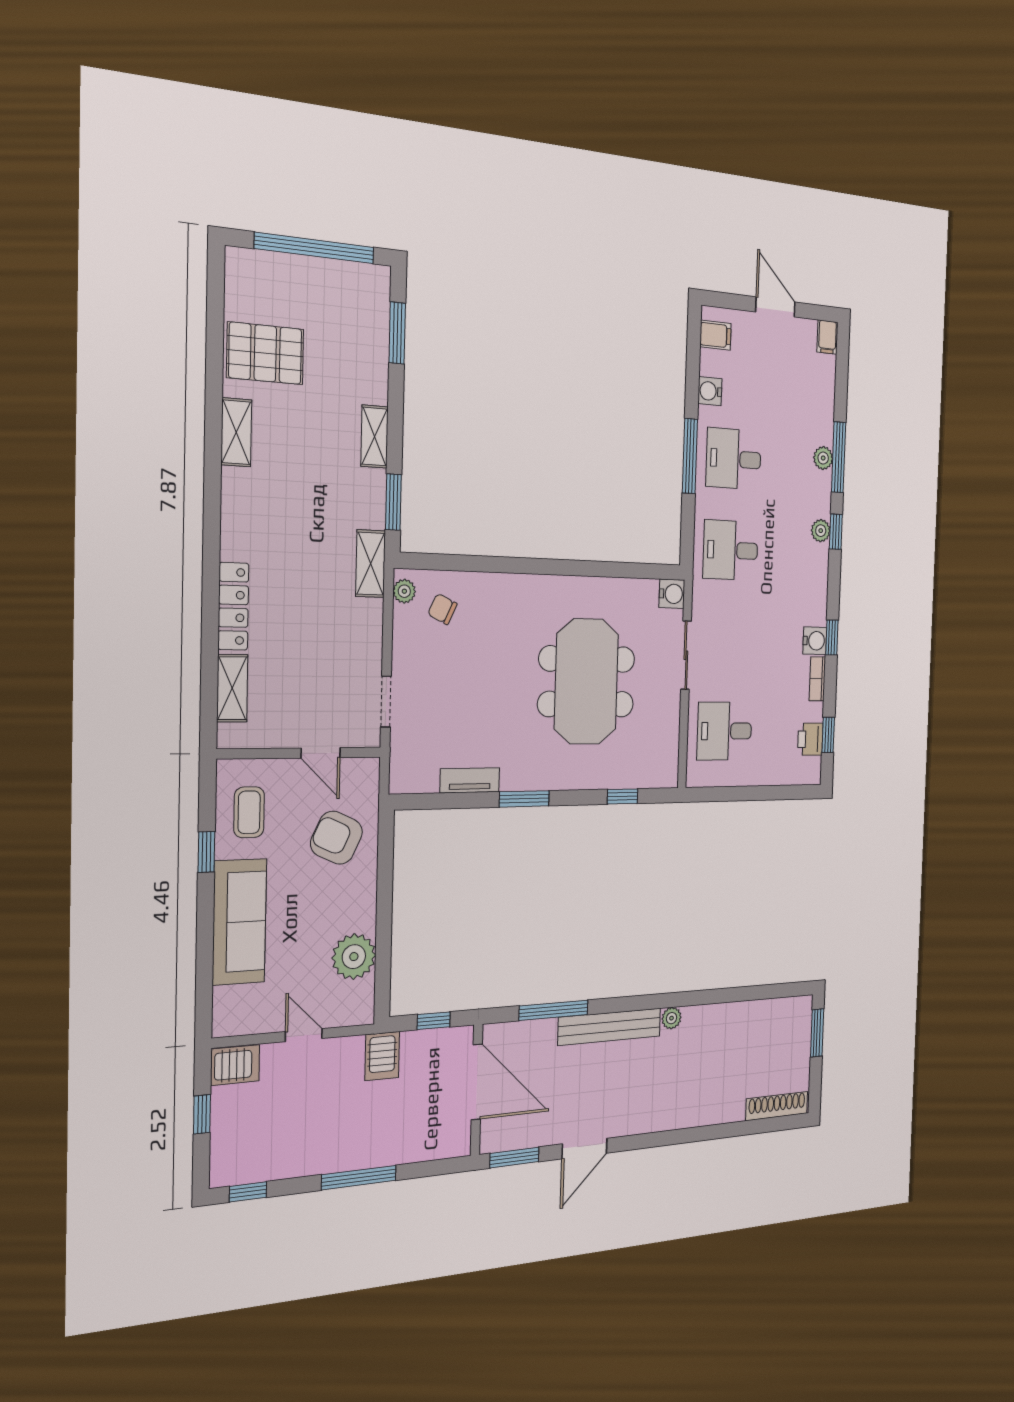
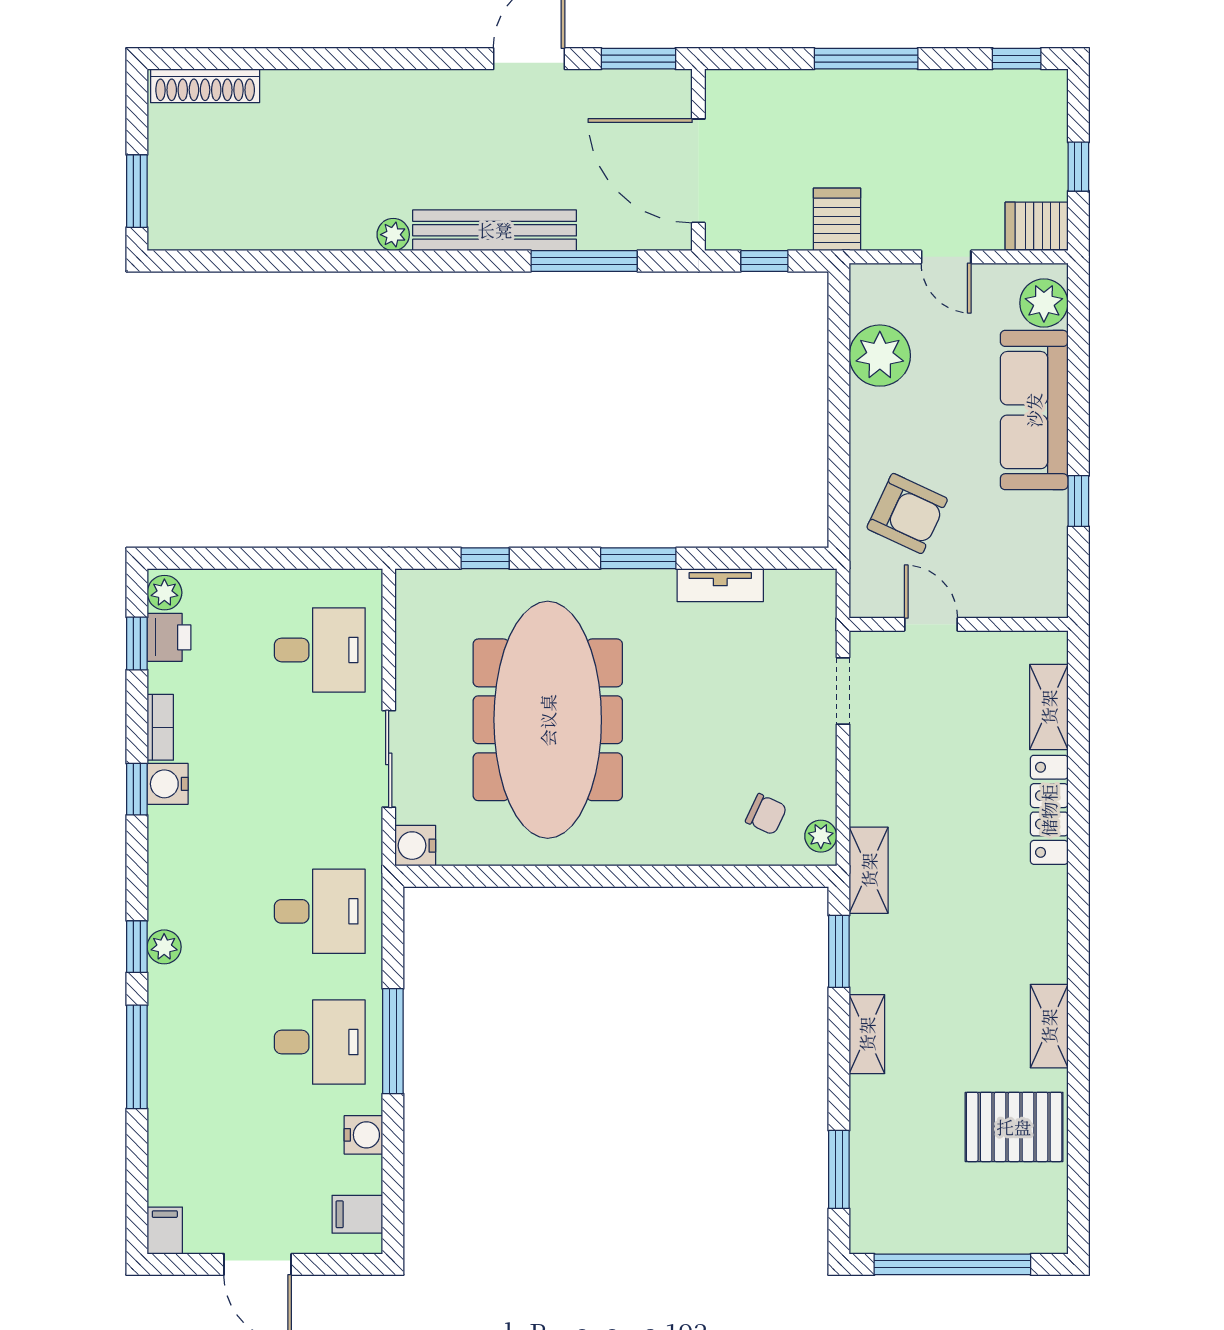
plant: (823, 458) -> (164, 593), moved
meeting table: (586, 682) -> (548, 720), width x1.36
coffee table: (249, 812) -> (1024, 550), removed
plant: (231, 1006) -> (1044, 303), added

